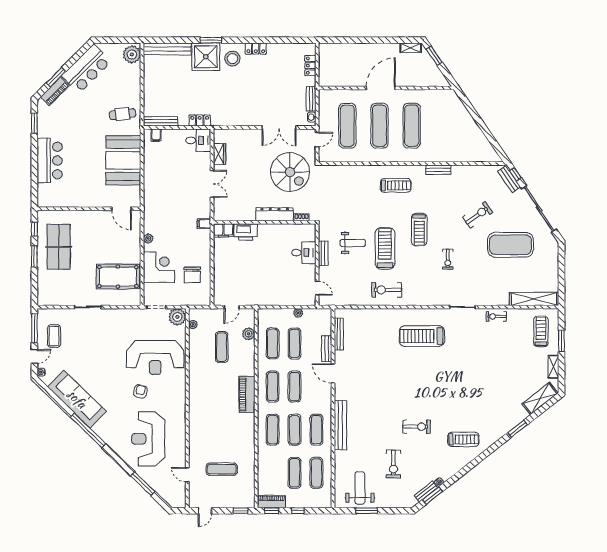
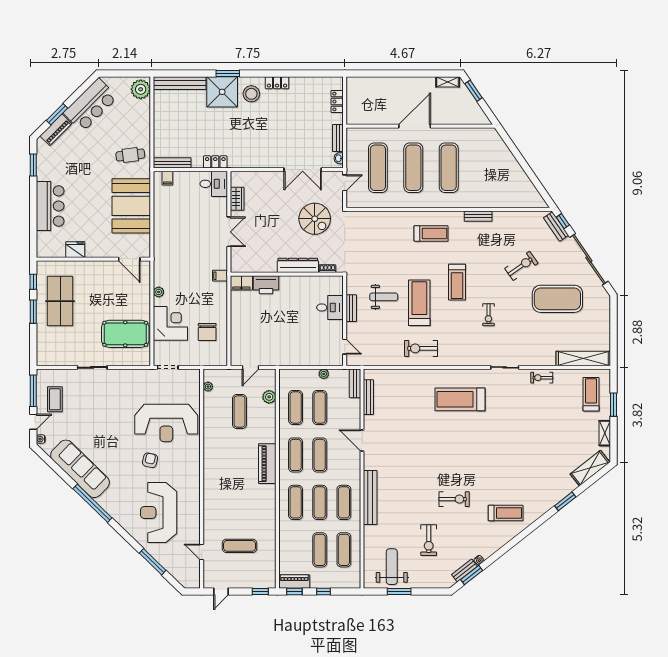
spiral stairs: (290, 172) -> (315, 219), width x0.73, depth x0.73
fridge: (73, 200) -> (75, 250), added
plant: (177, 317) -> (191, 378), removed
bench: (327, 349) -> (355, 383), moved

